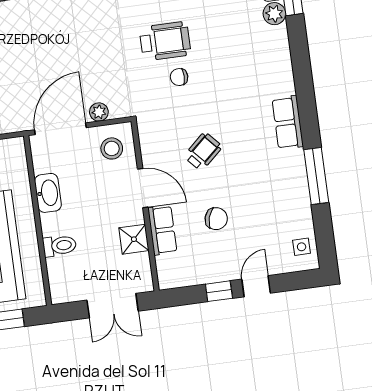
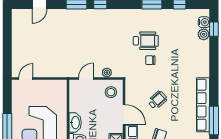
row of seats: (288, 122) -> (203, 105), width x2.02
door: (60, 129) -> (86, 78), width x0.53
washbasin: (48, 193) -> (75, 123), moved

